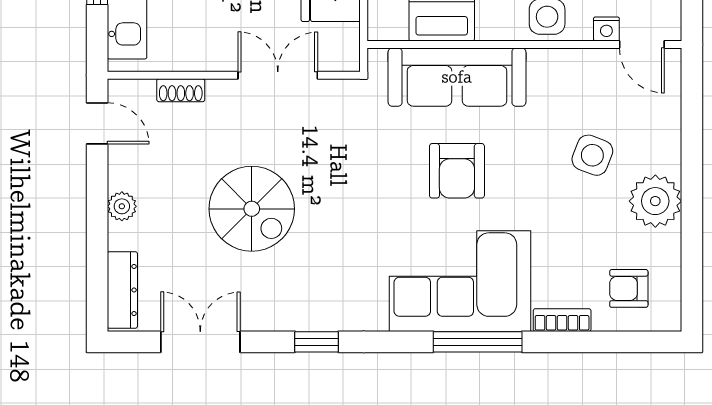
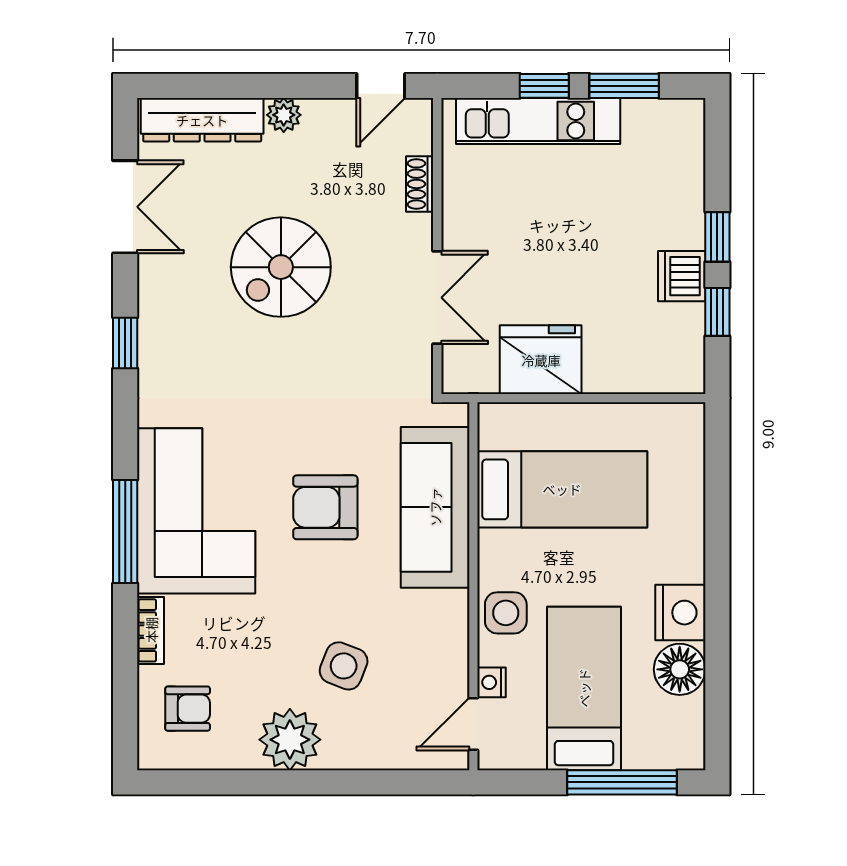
armchair: (629, 288) -> (188, 709), turned 90
dresser: (122, 290) -> (202, 120), width x1.37, depth x1.24

